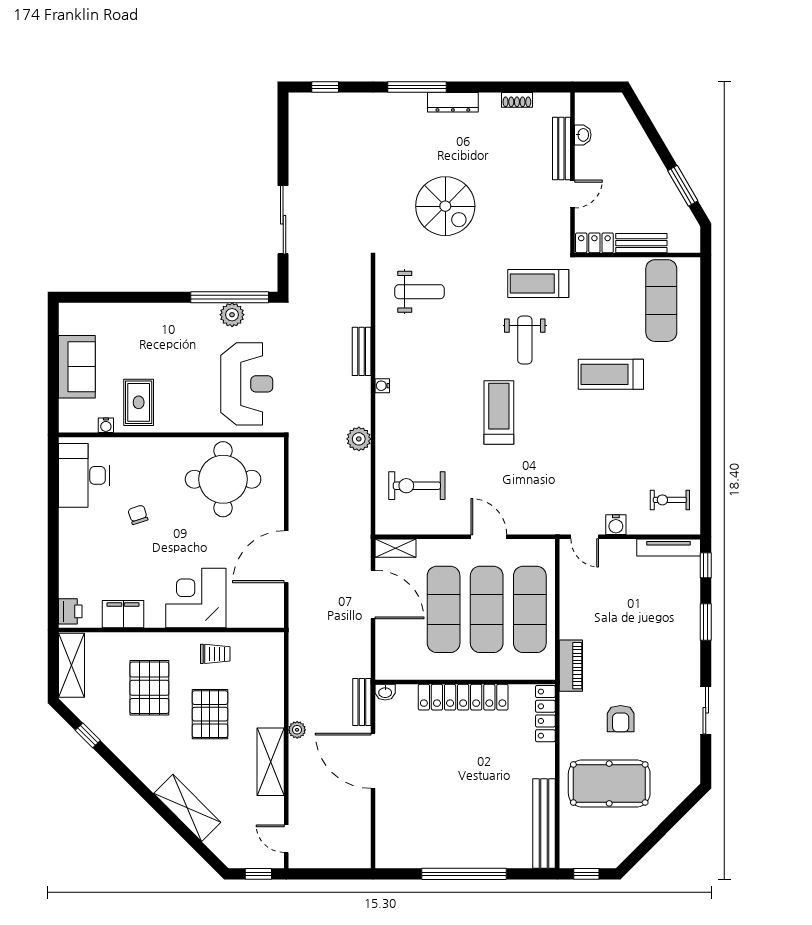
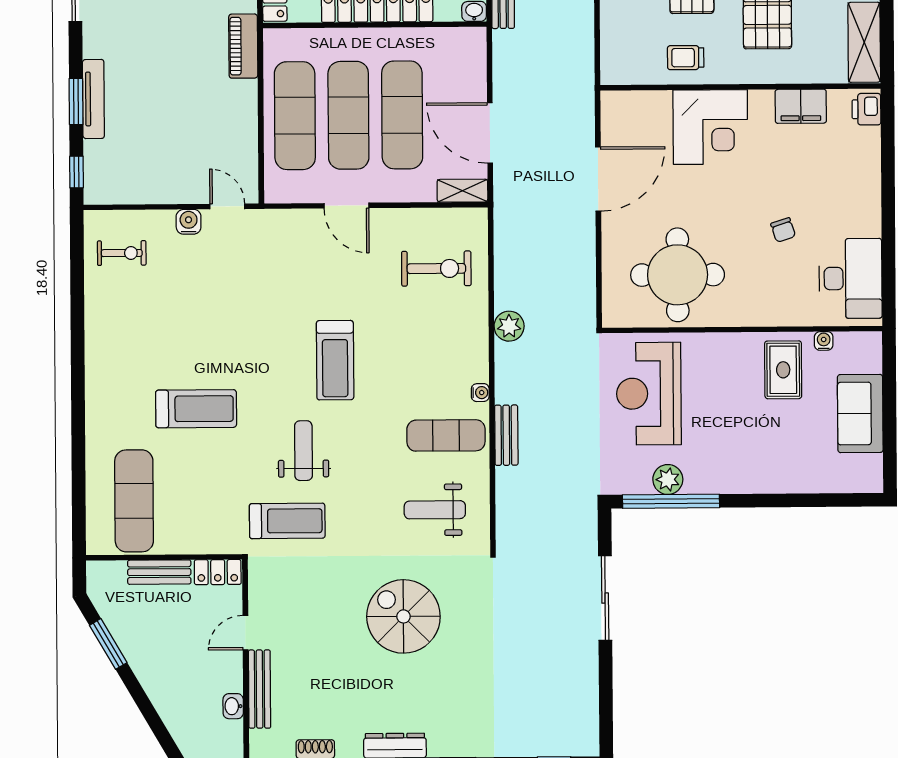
exercise mat: (410, 351) -> (446, 435), added
tv unit: (669, 548) -> (93, 99), moved, turned 90

